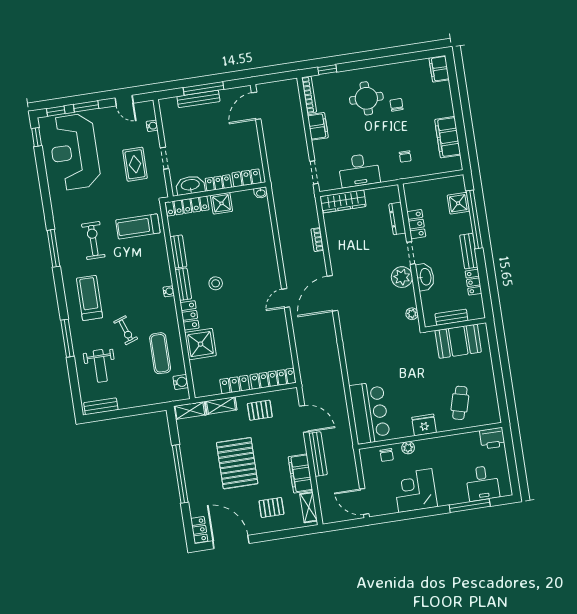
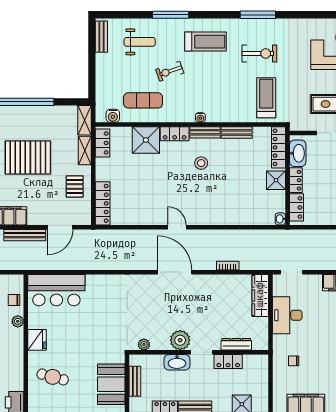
weight bench: (100, 366) -> (140, 42), turned 180
locker: (235, 385) -> (103, 143), moved

